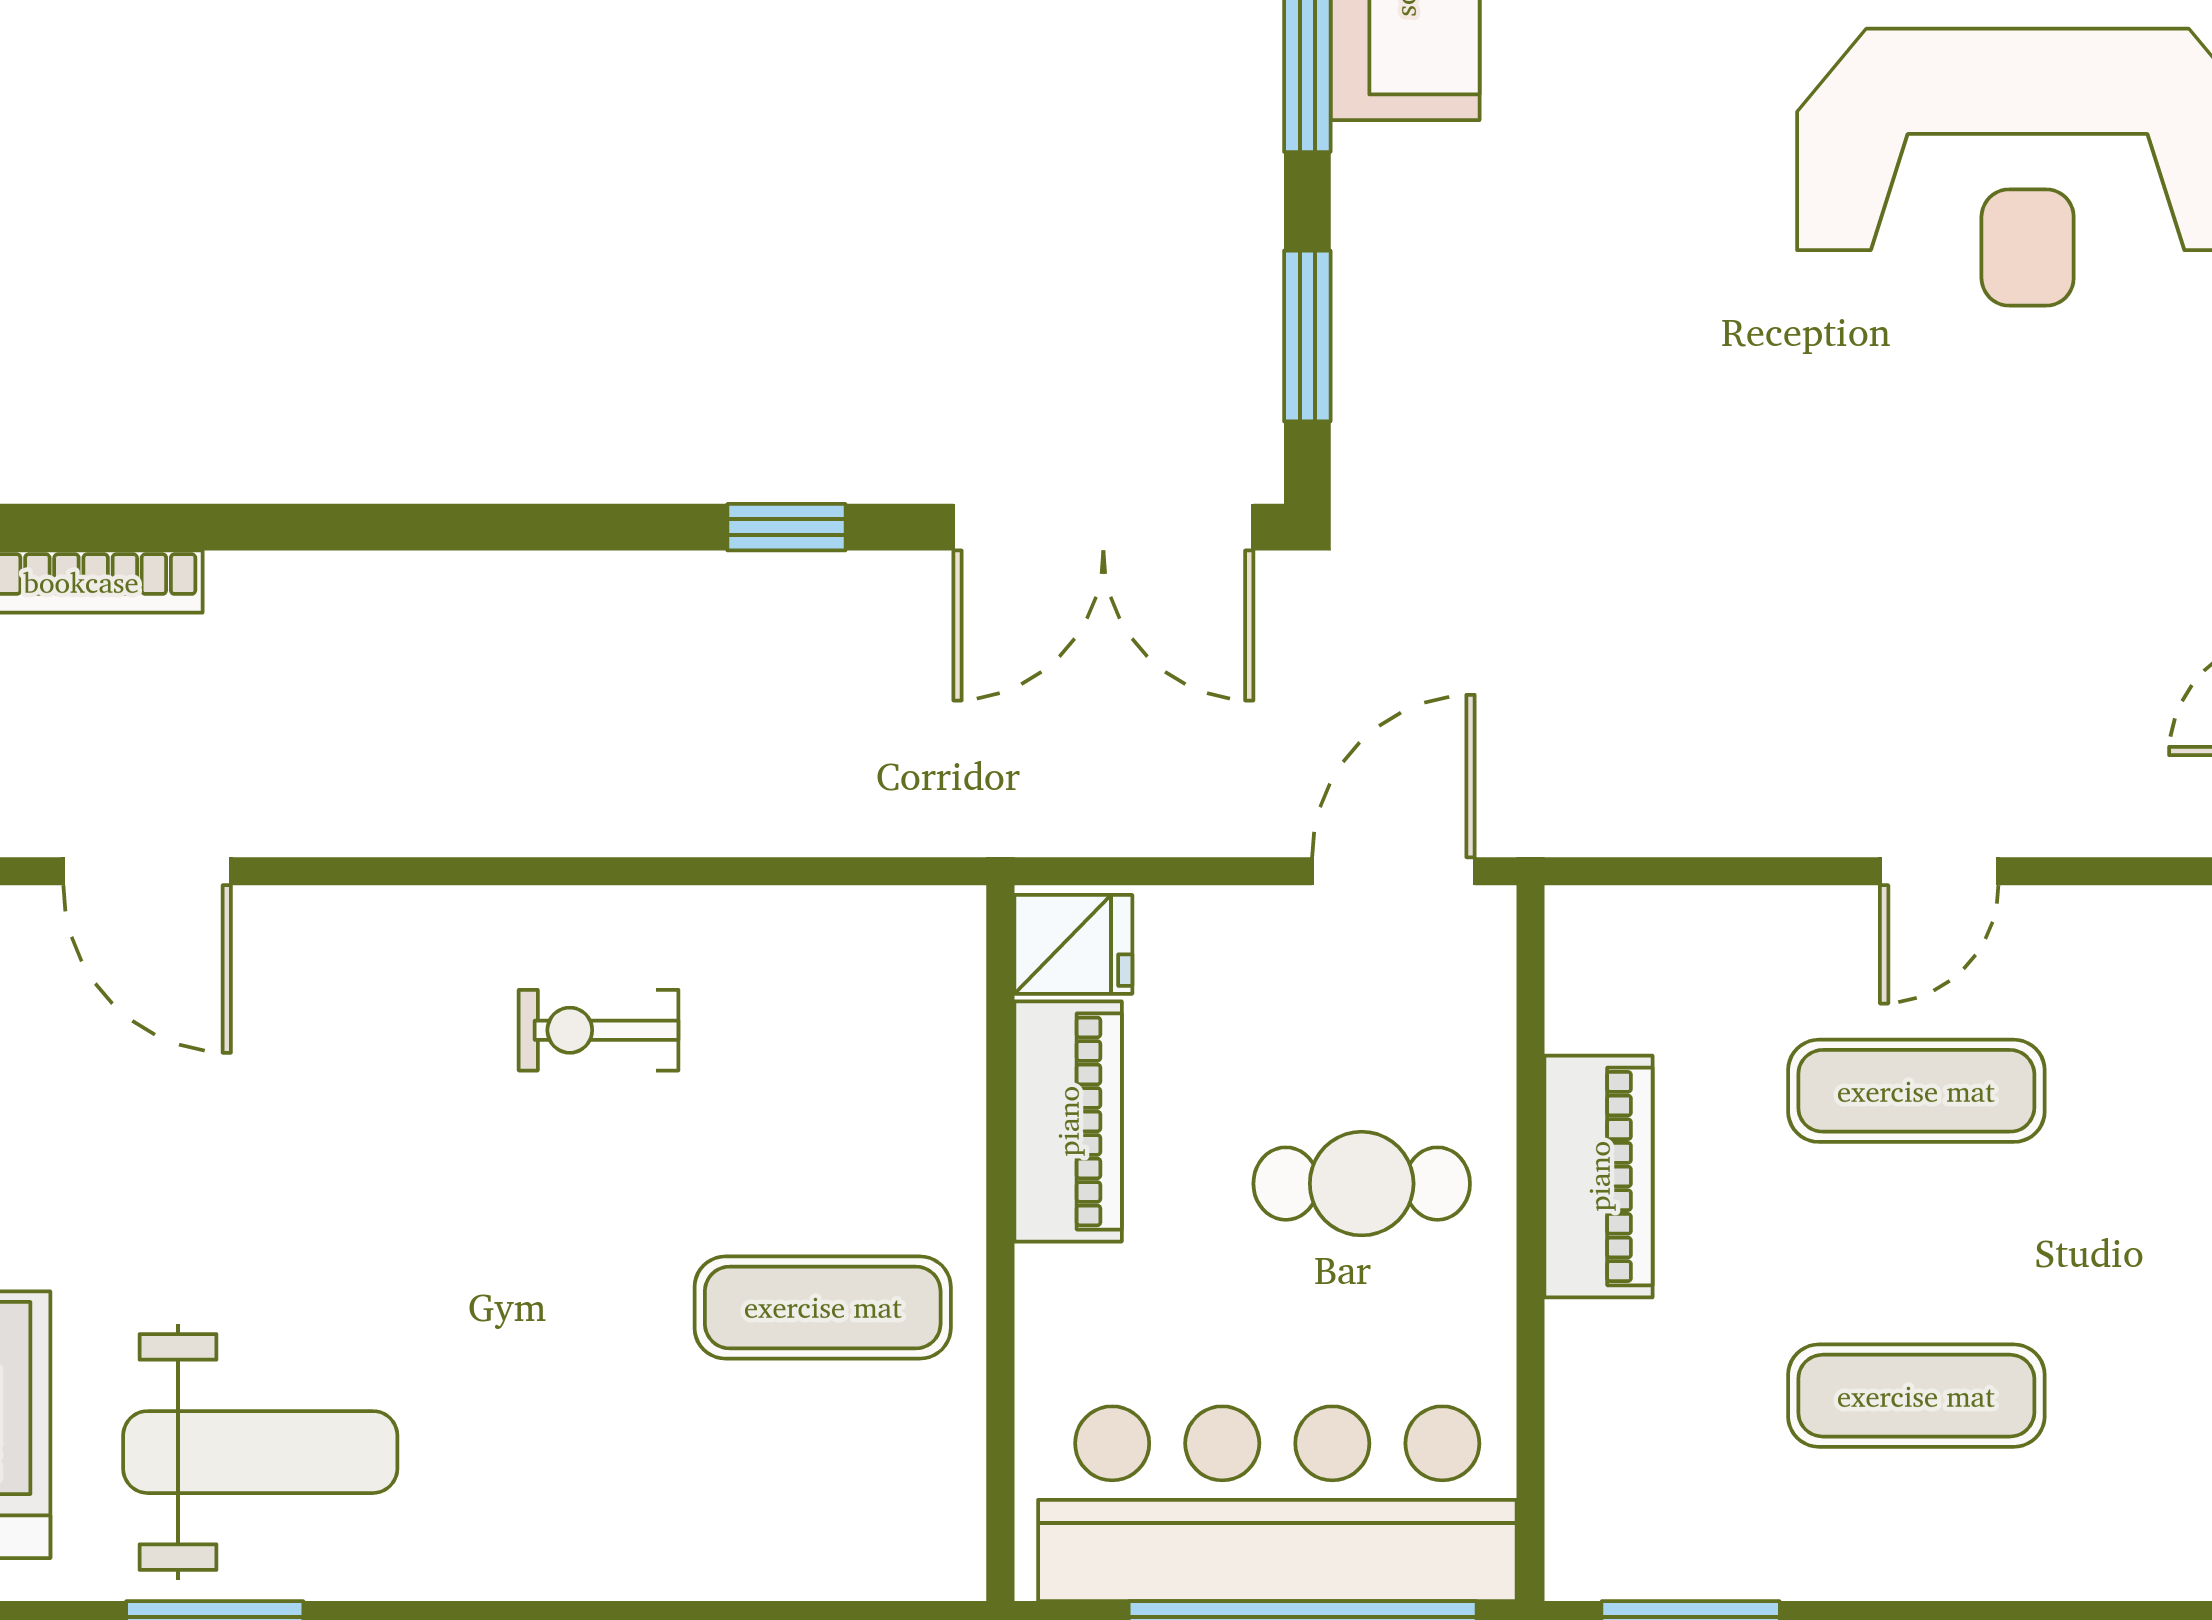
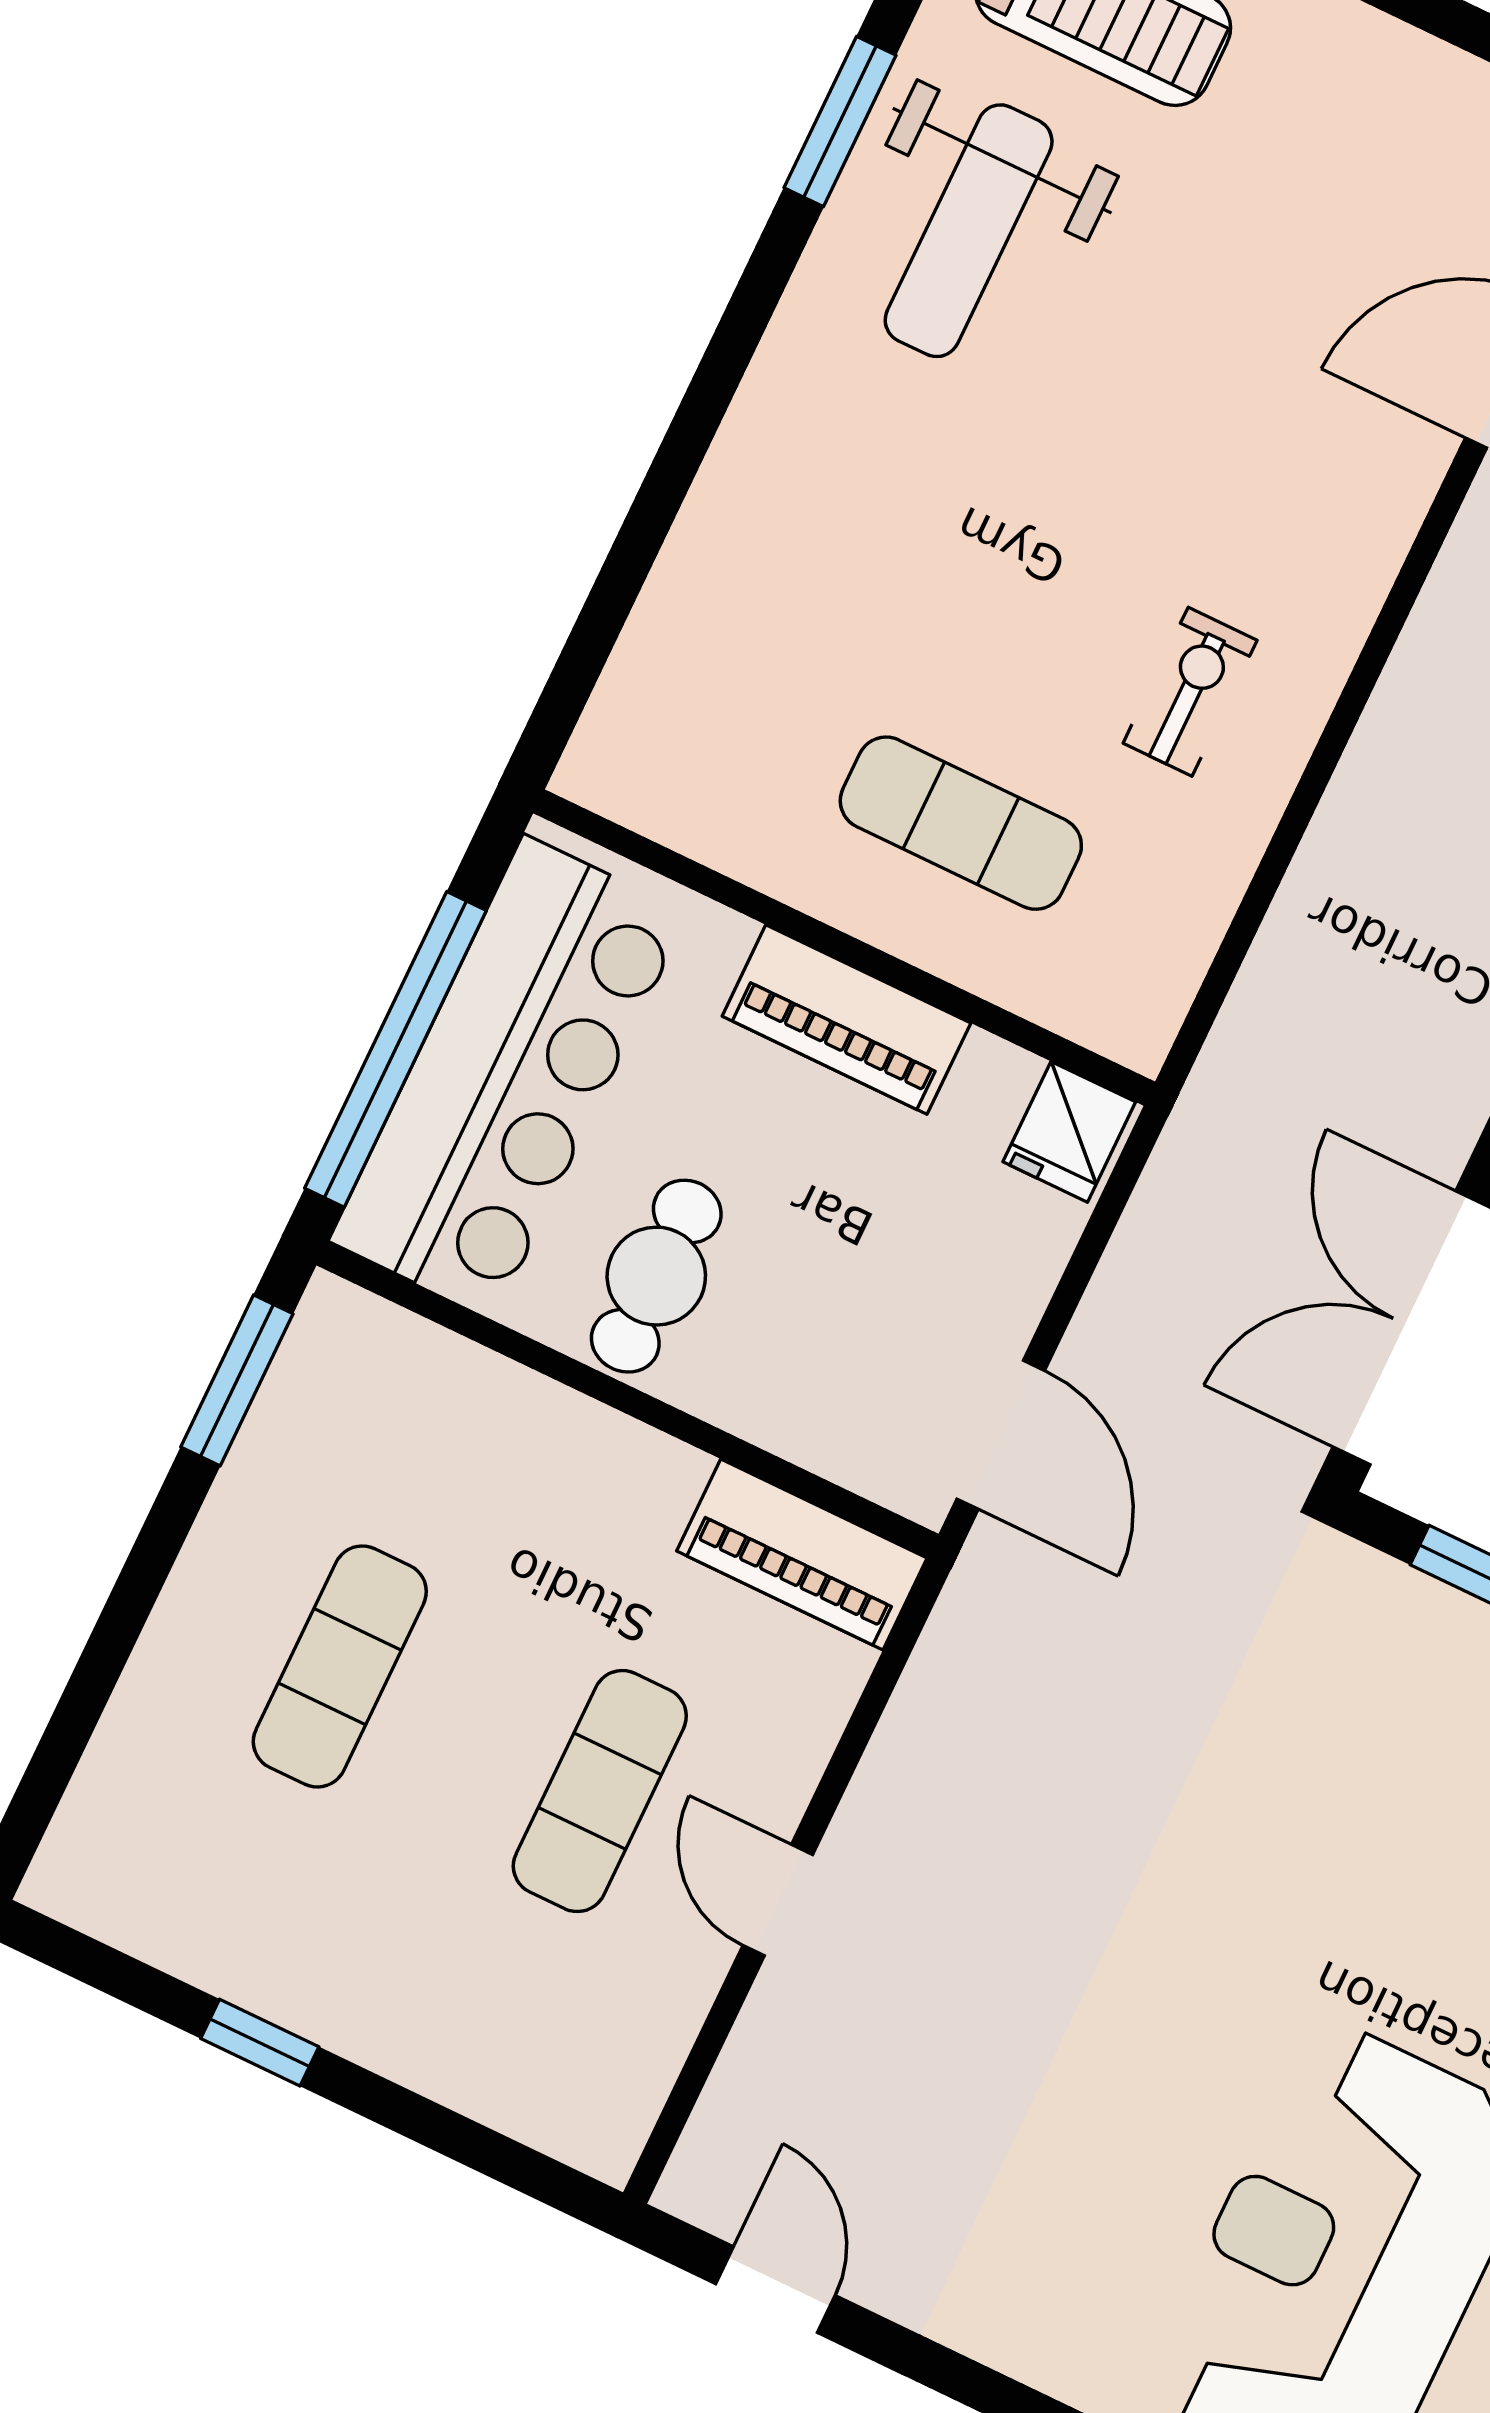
piano: (1068, 1121) -> (846, 1020), moved
piano: (1599, 1176) -> (802, 1554), moved
cafe table: (1362, 1184) -> (656, 1276), moved
exercise mat: (823, 1307) -> (961, 823), moved, turned 90

